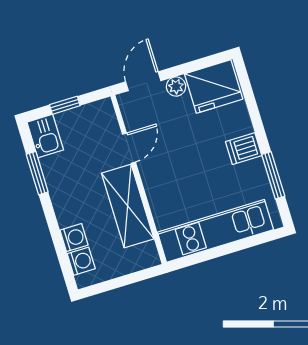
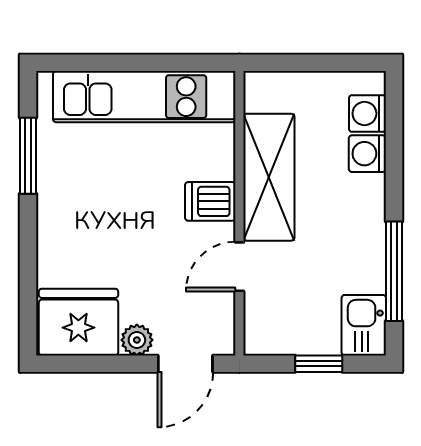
dishwasher: (244, 149) -> (210, 201), moved, turned 180
window: (37, 173) -> (394, 271), width x1.44

